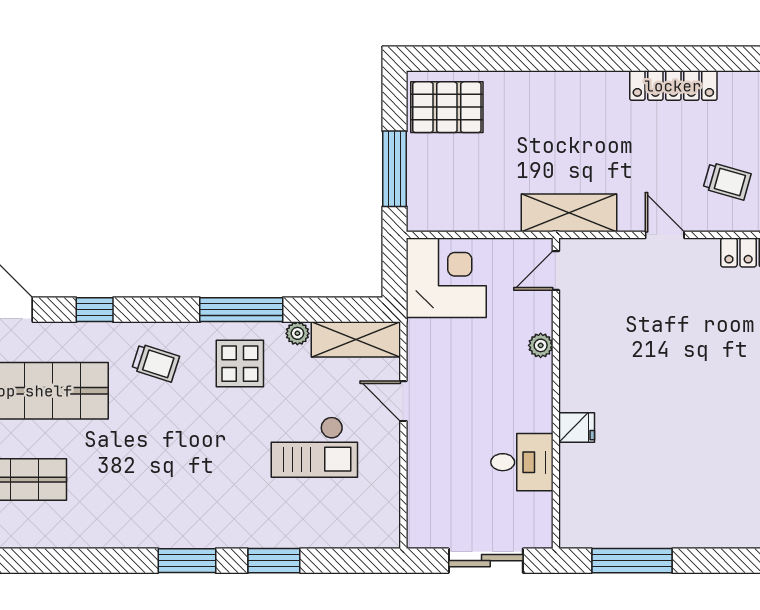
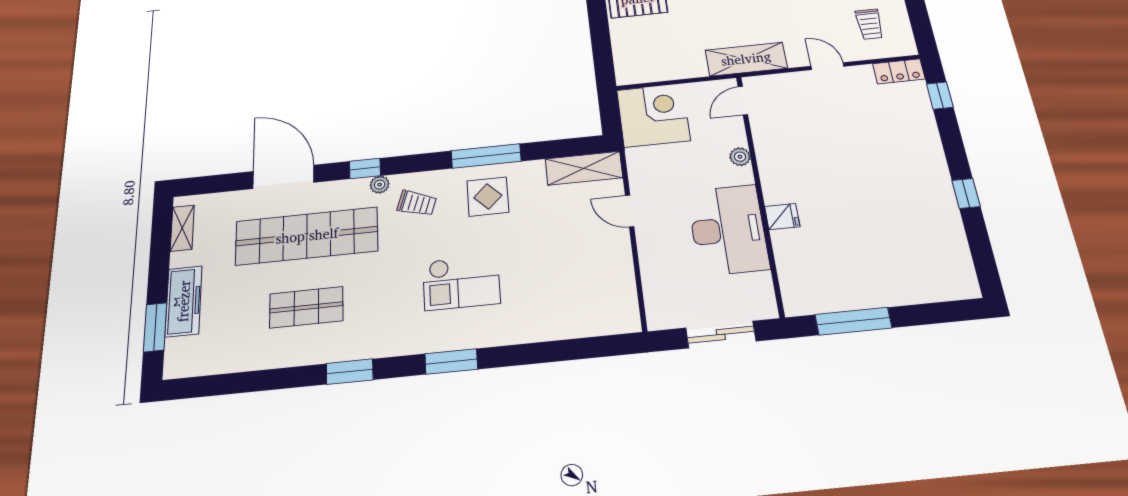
window: (394, 169) -> (601, 44), removed
trolley: (727, 181) -> (869, 24), turned 74
plant: (297, 333) -> (380, 185), moved
checkout: (314, 447) -> (461, 282), moved
desk: (522, 462) -> (728, 230), width x1.87, depth x1.30
window: (274, 561) -> (350, 372), moved

